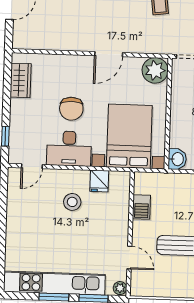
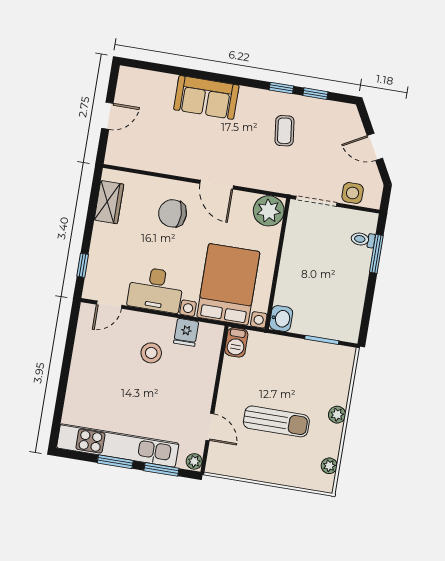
door: (109, 54) -> (217, 185), hinge flipped
chair: (71, 109) -> (173, 213), moved, turned 90
barbecue: (141, 207) -> (236, 342), moved

